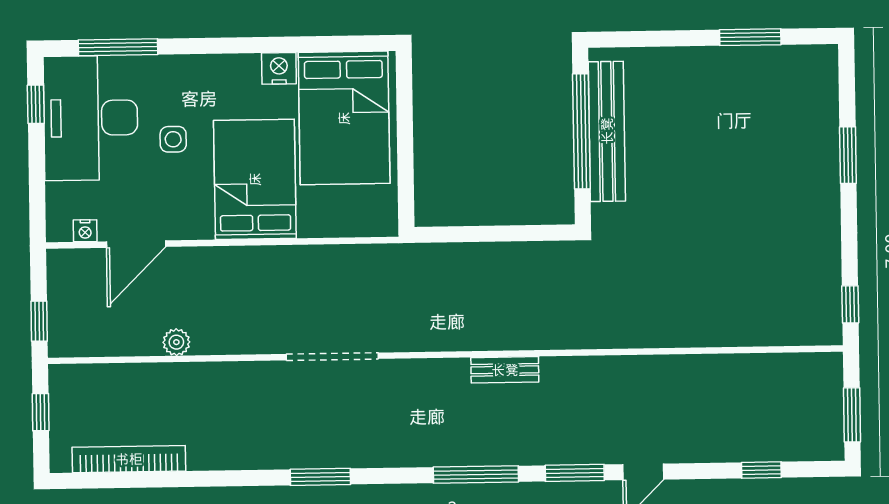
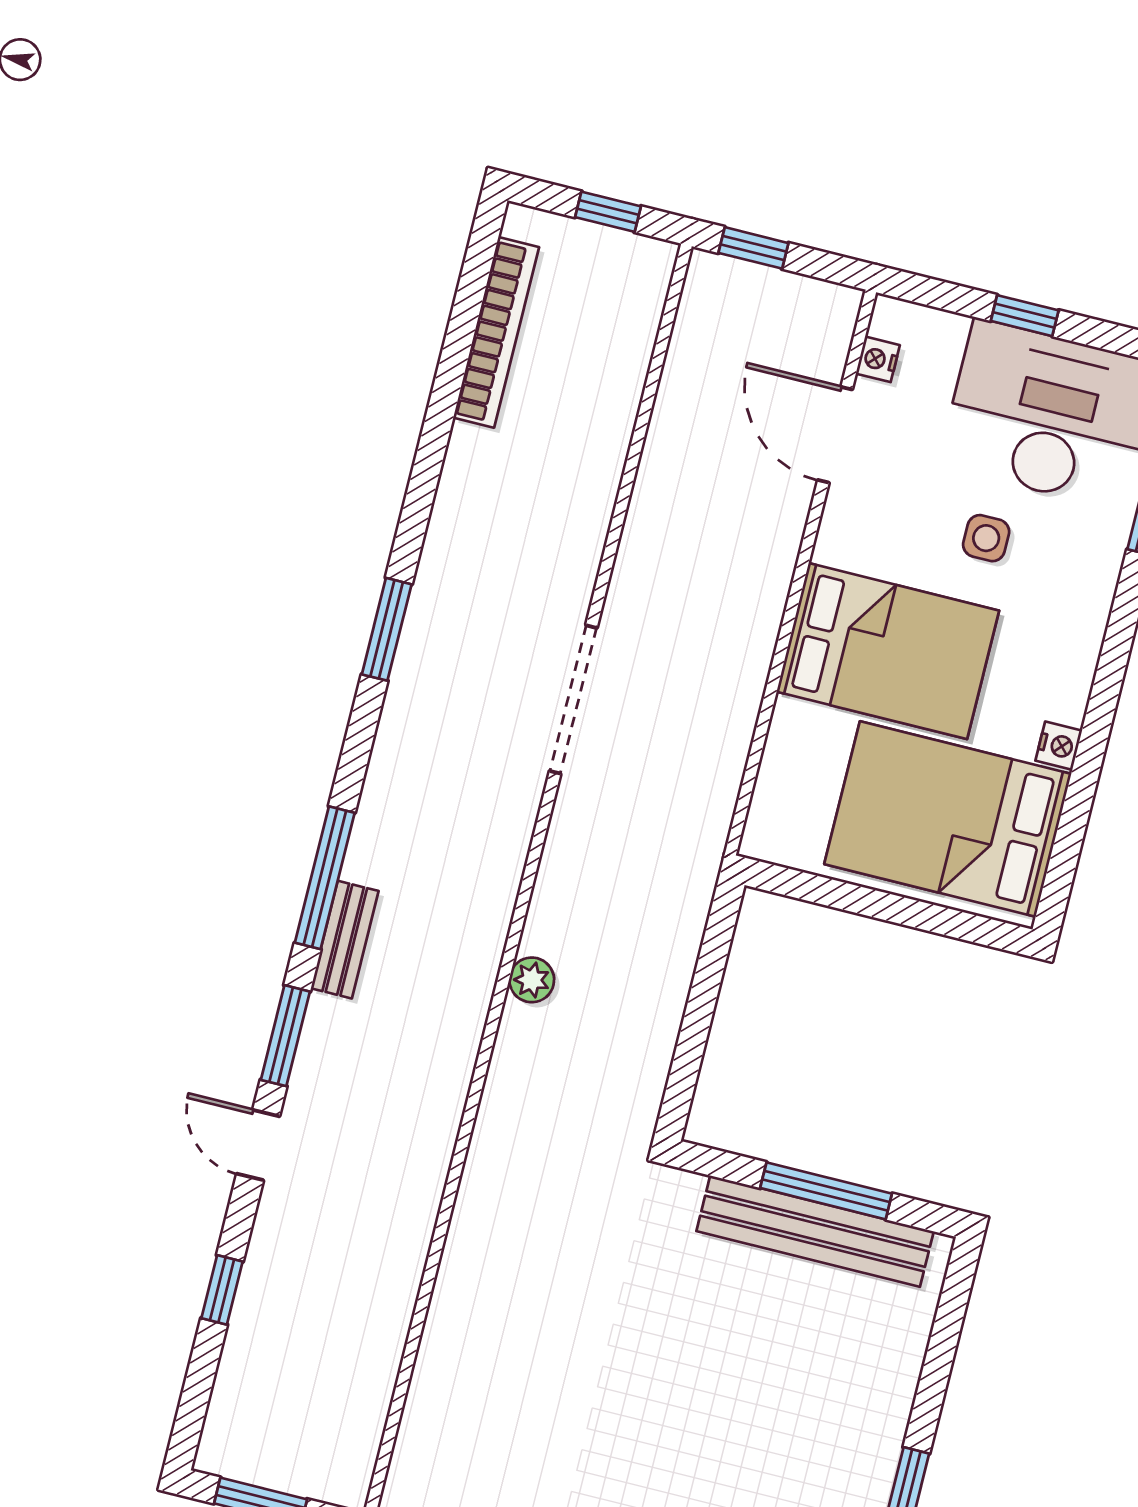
nightstand: (279, 68) -> (1059, 746), width x0.72, depth x0.74
window: (36, 104) -> (1025, 316), moved
window: (581, 131) -> (826, 1191), width x0.68
plant: (176, 342) -> (532, 980), moved
bench: (505, 370) -> (345, 940), moved
window: (761, 470) -> (222, 1290), moved

